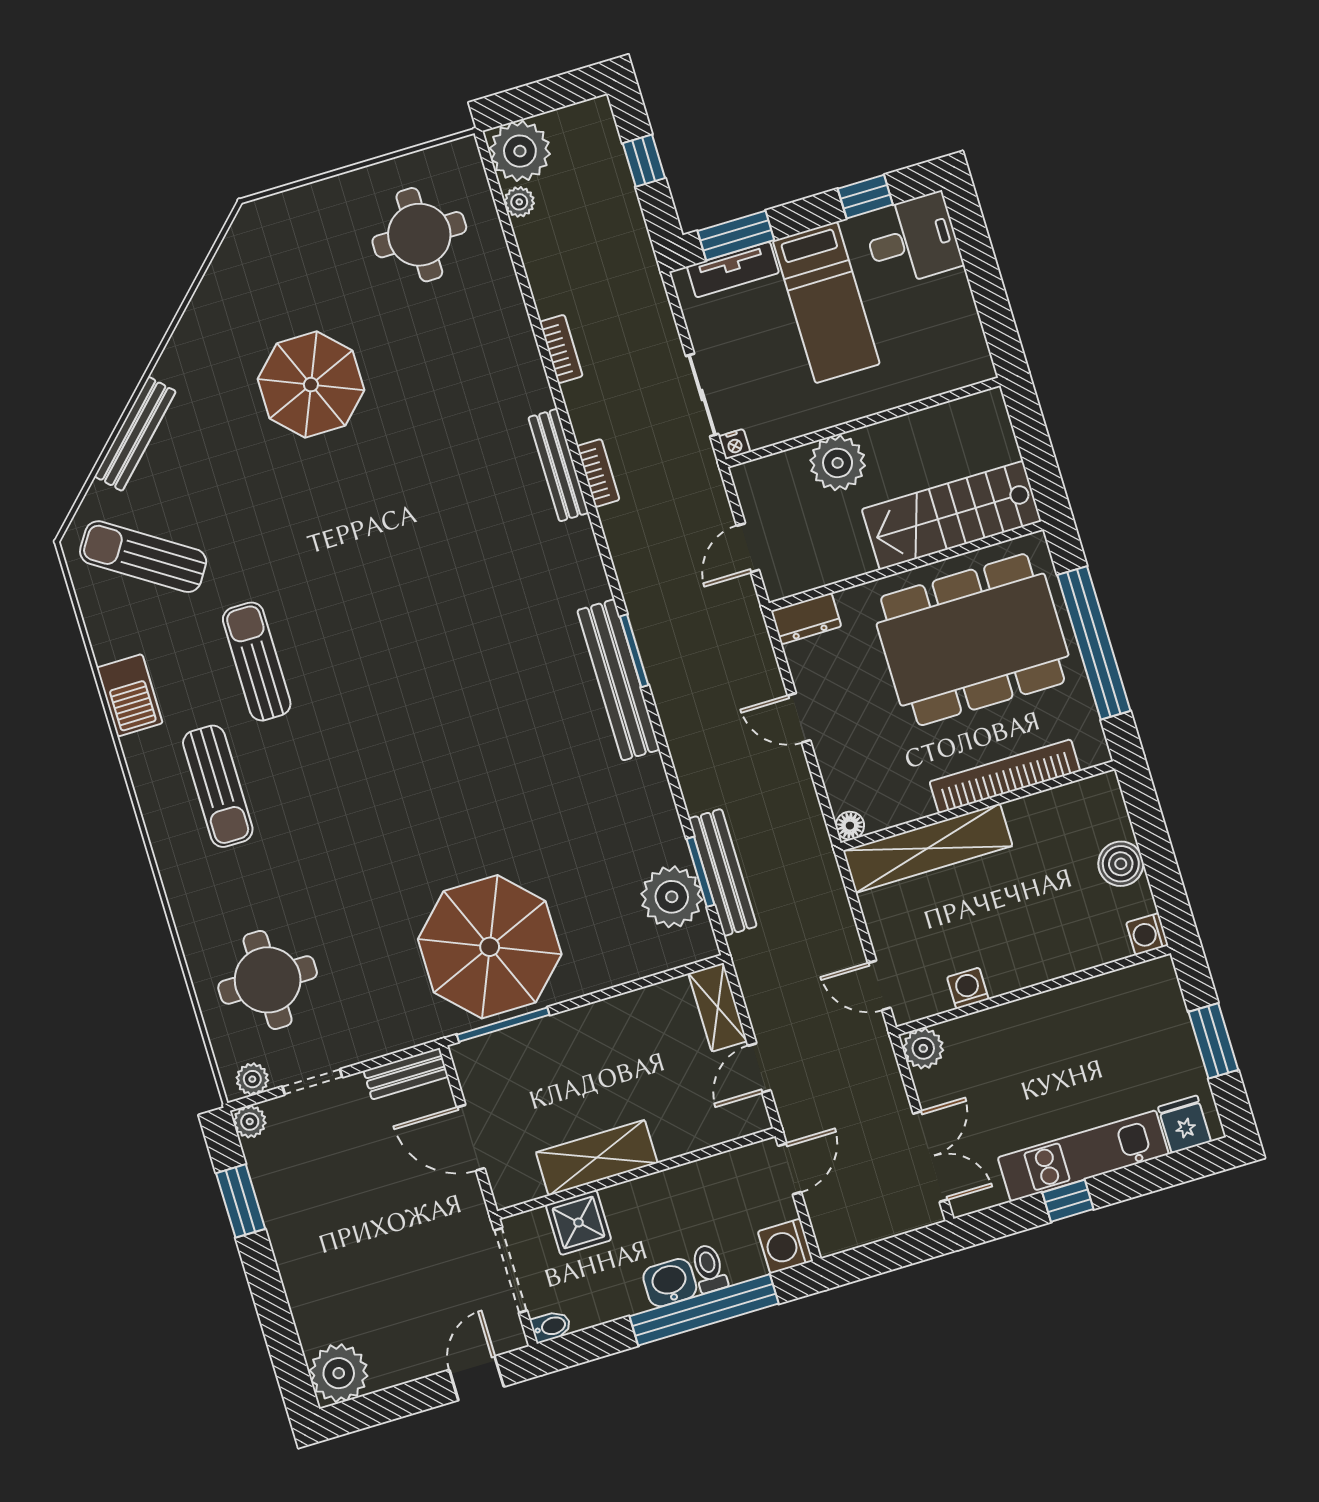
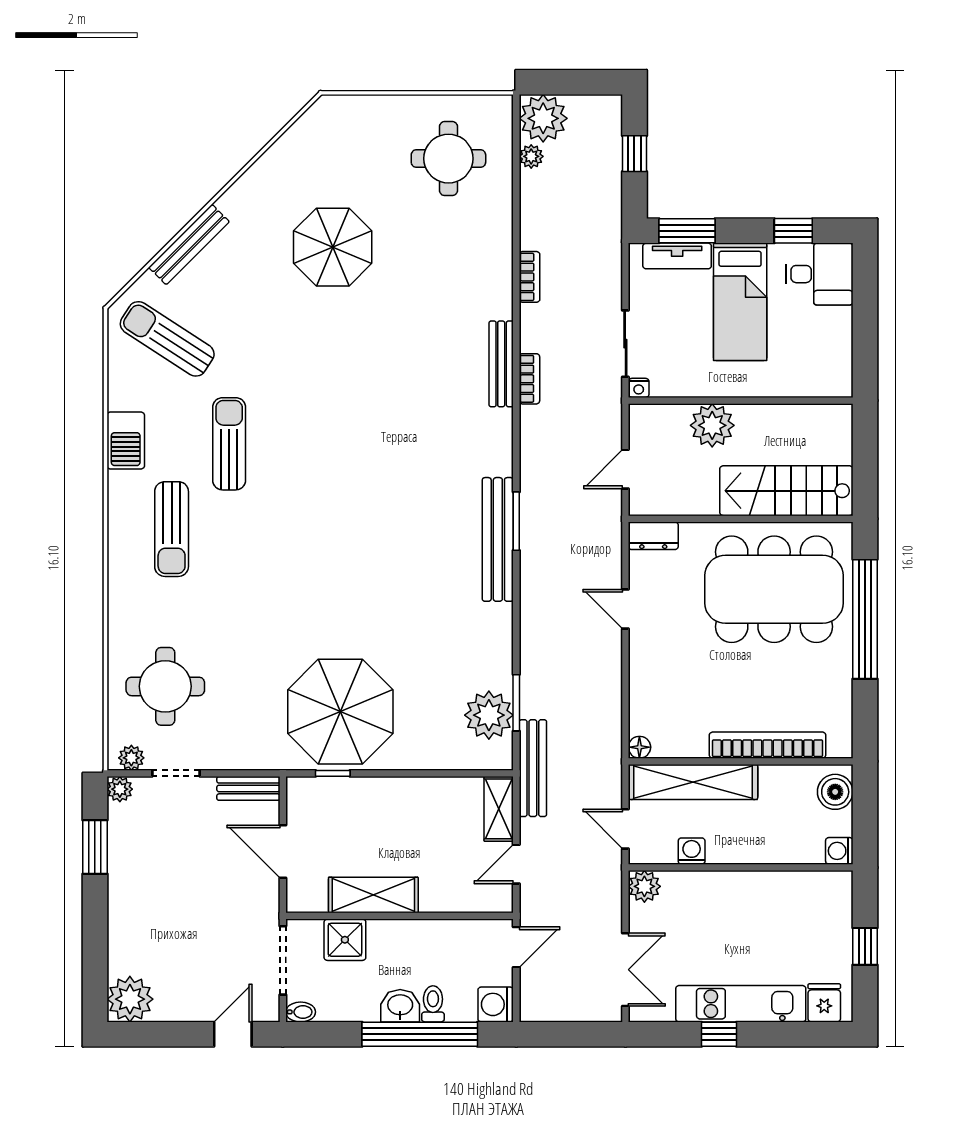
bookcase: (1005, 776) -> (768, 745), moved
wall: (978, 806) -> (741, 761), moved
floor lamp: (850, 826) -> (639, 747), moved
shelving: (928, 848) -> (693, 782), moved
bench: (723, 872) -> (533, 768), moved
window: (503, 1025) -> (333, 773), width x0.46
window: (1213, 1041) -> (865, 946), width x0.67

